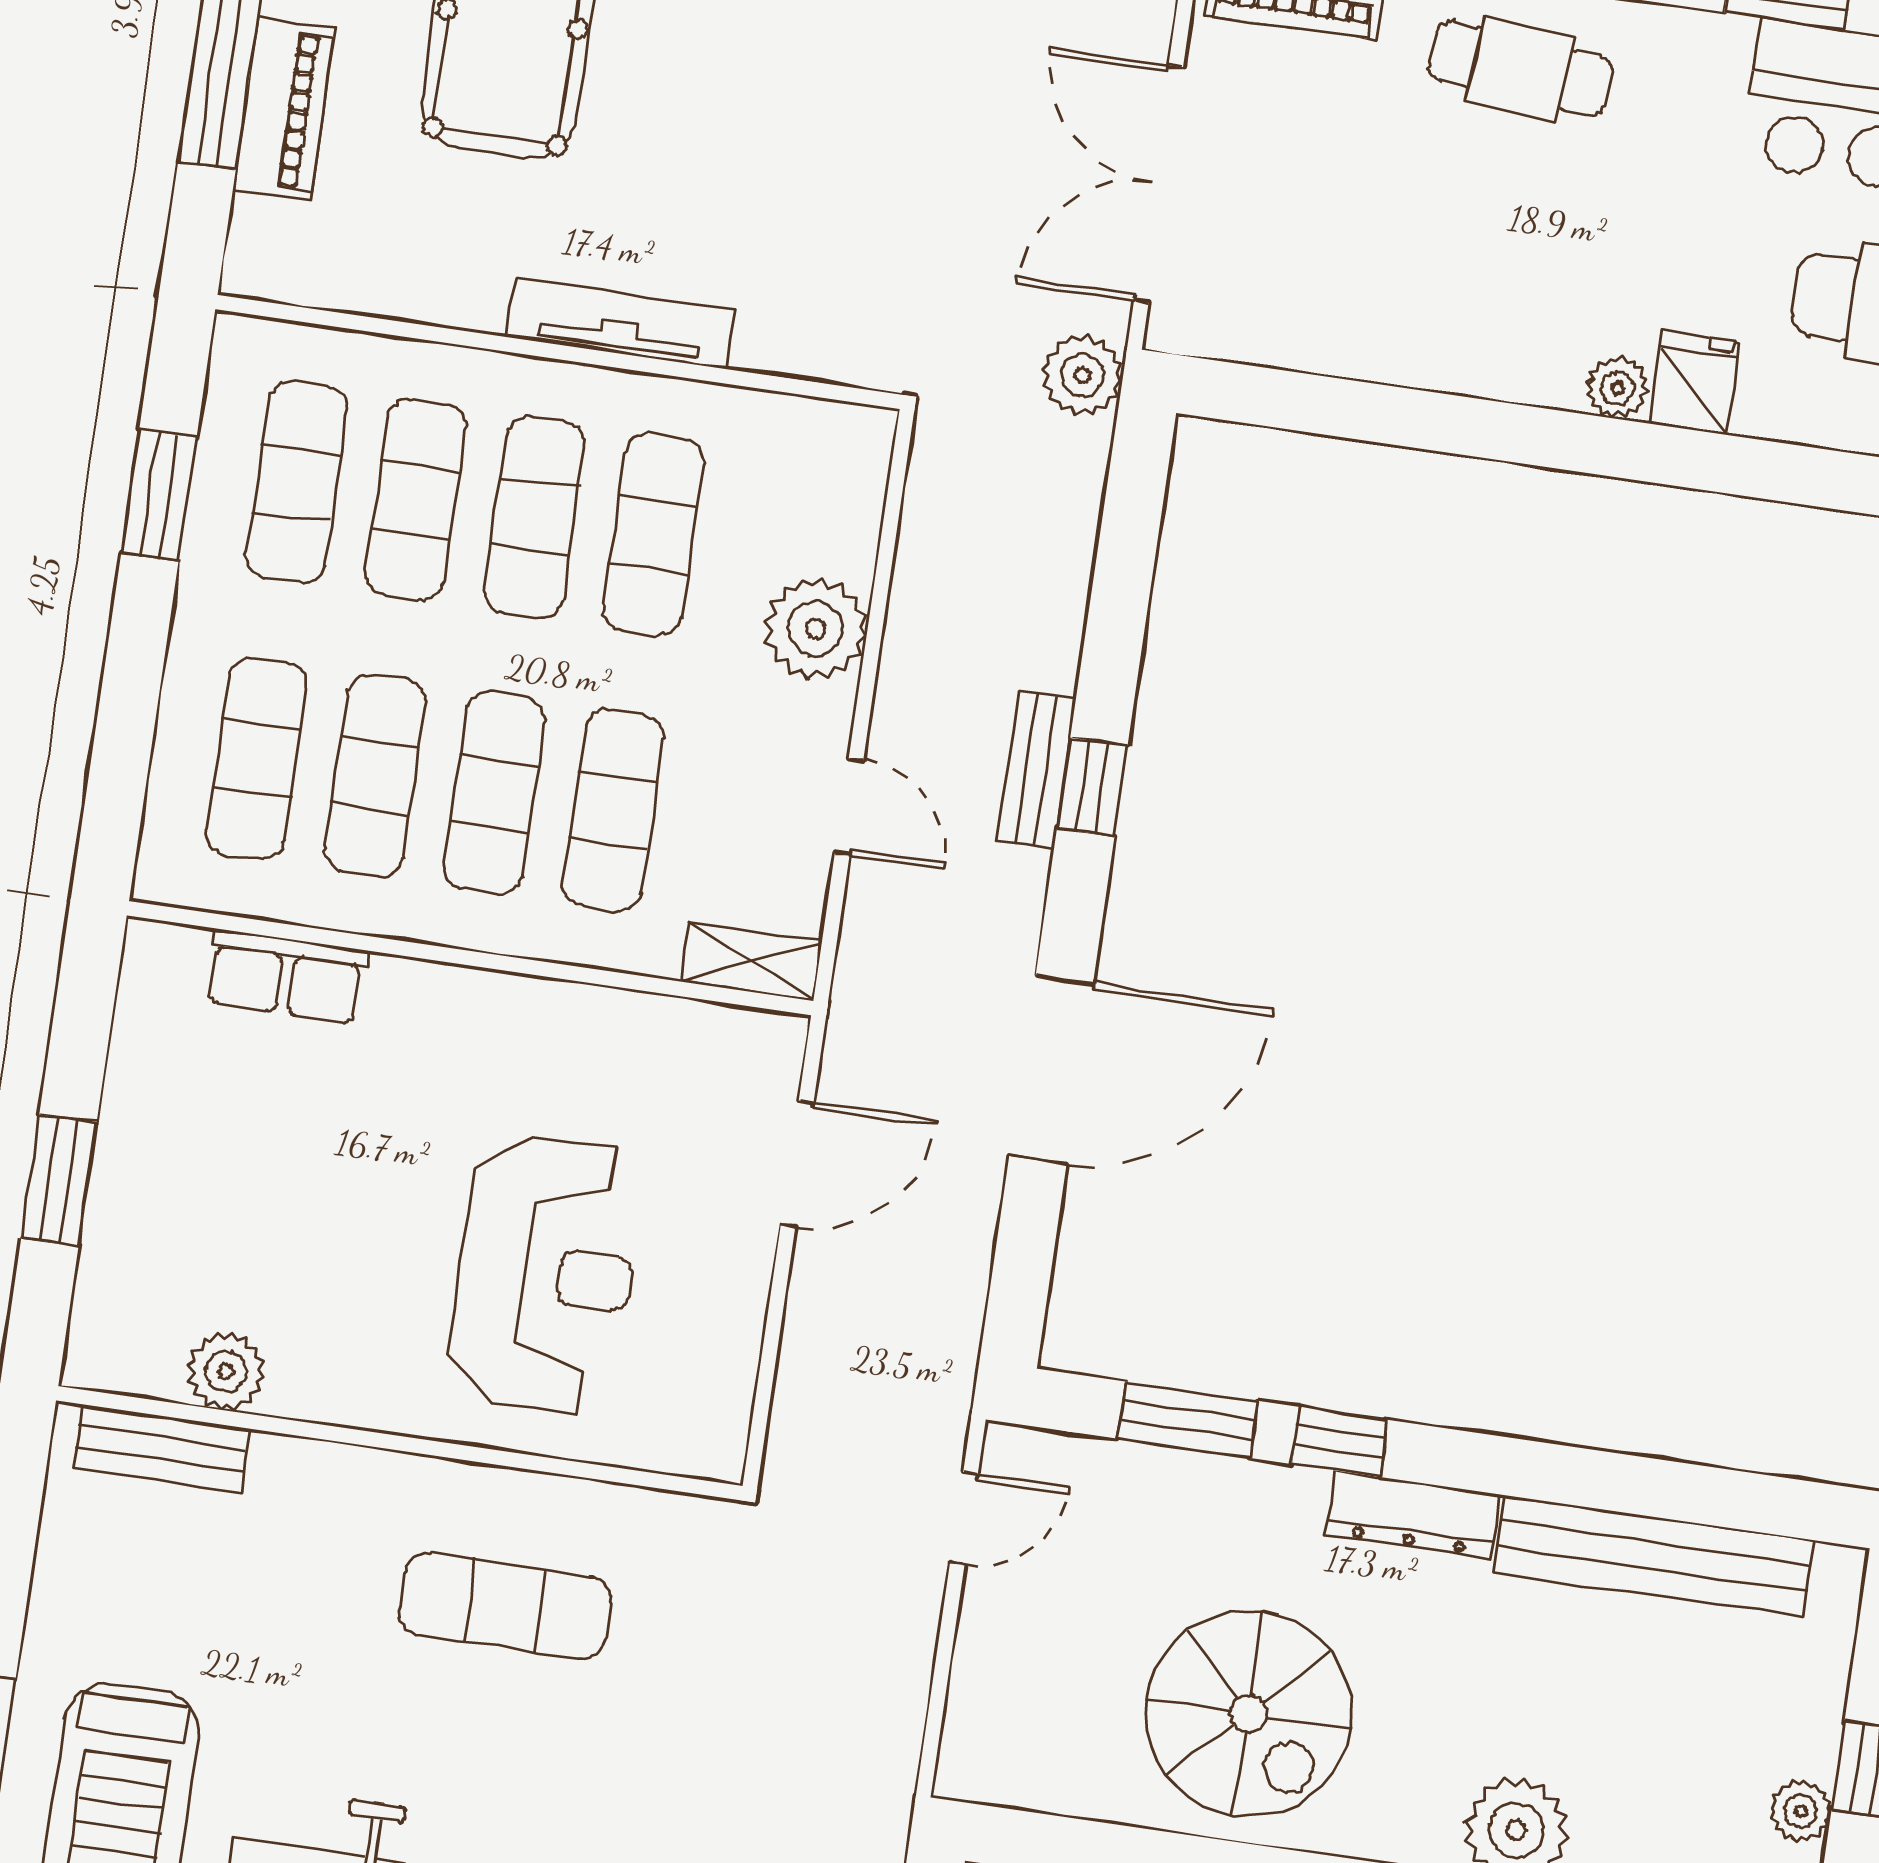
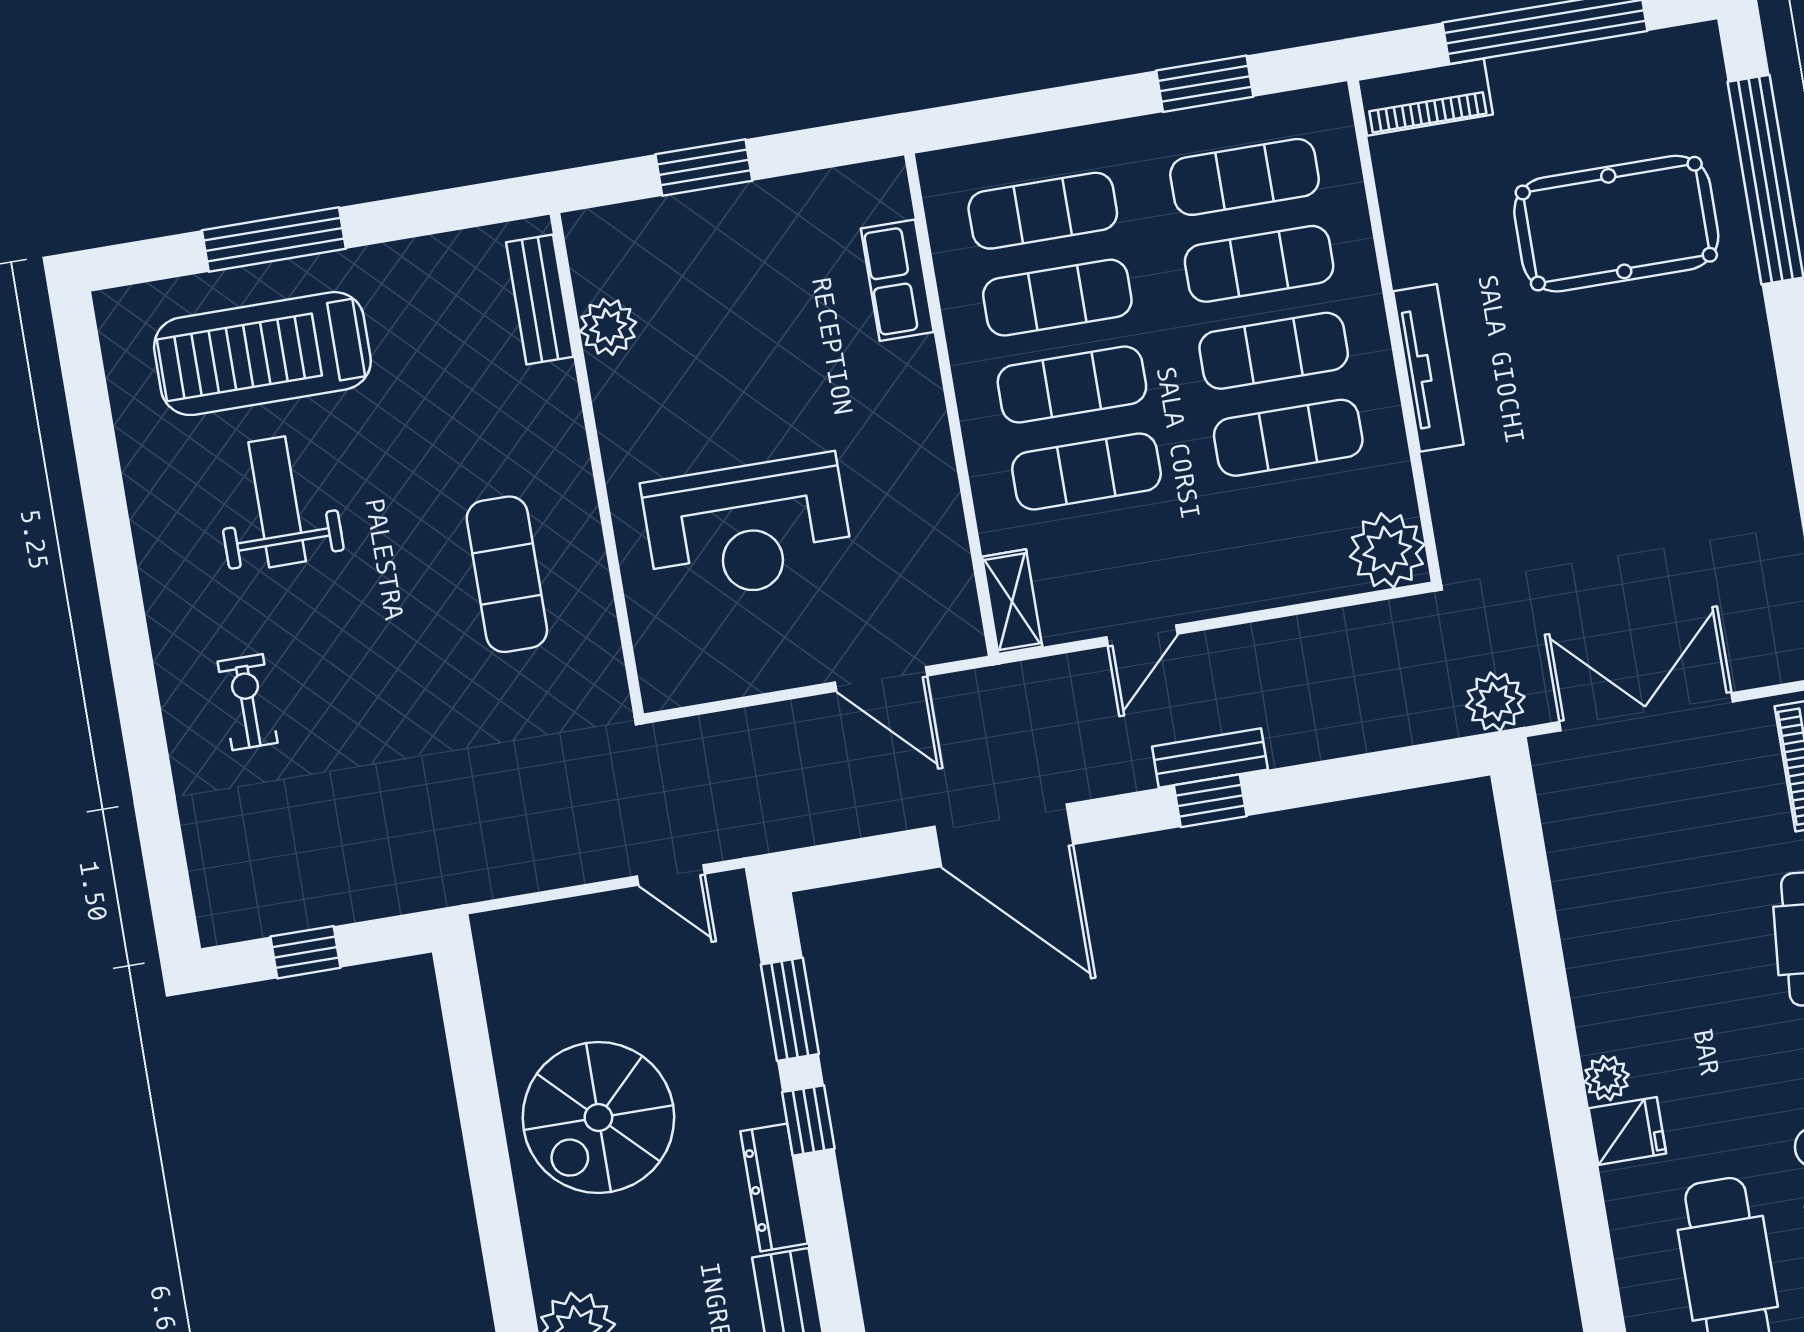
piano: (284, 109) -> (1425, 97), moved
plant: (816, 629) -> (1387, 551), moved

